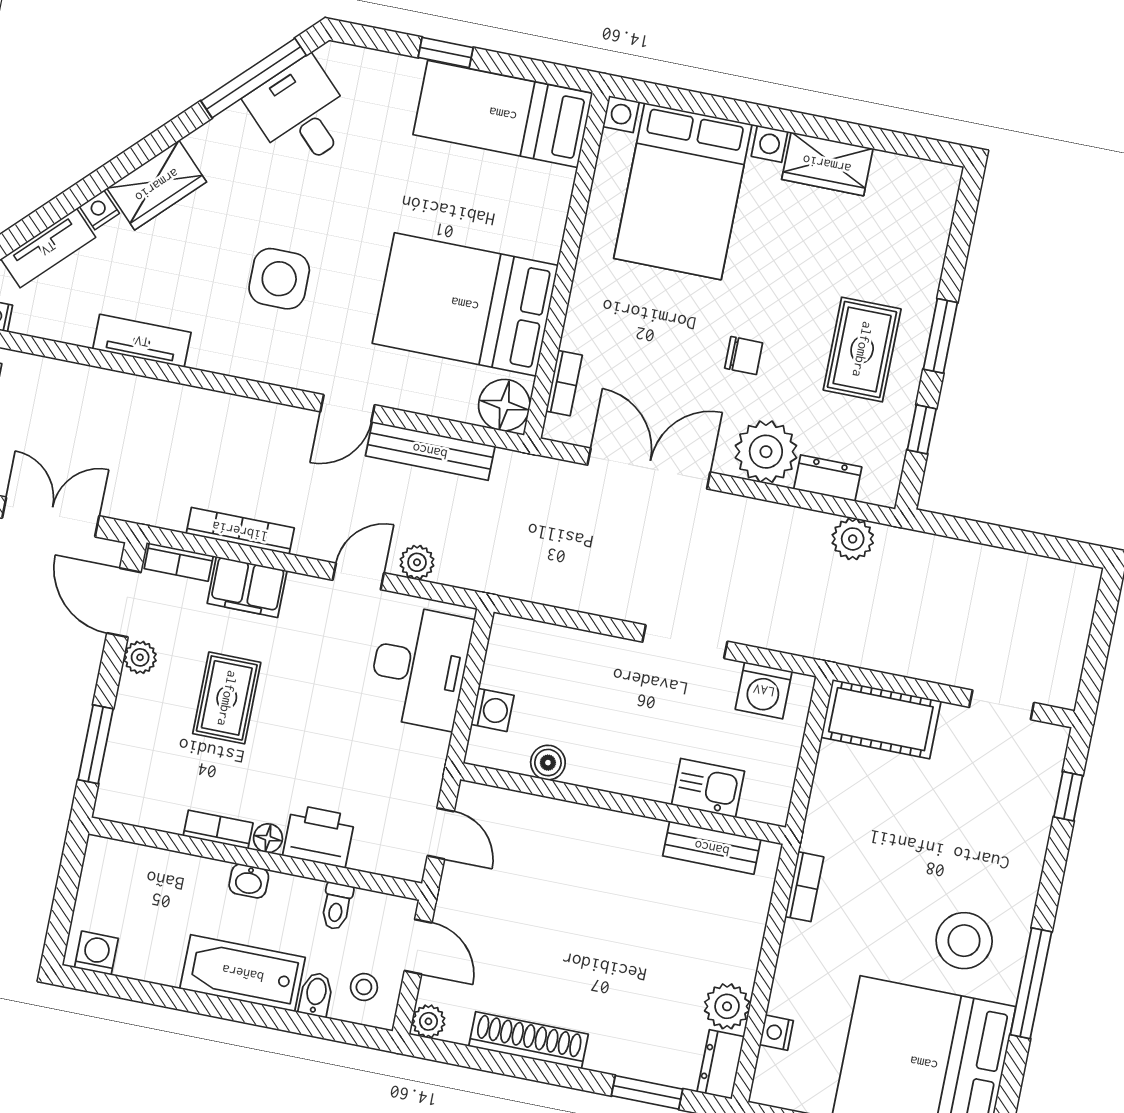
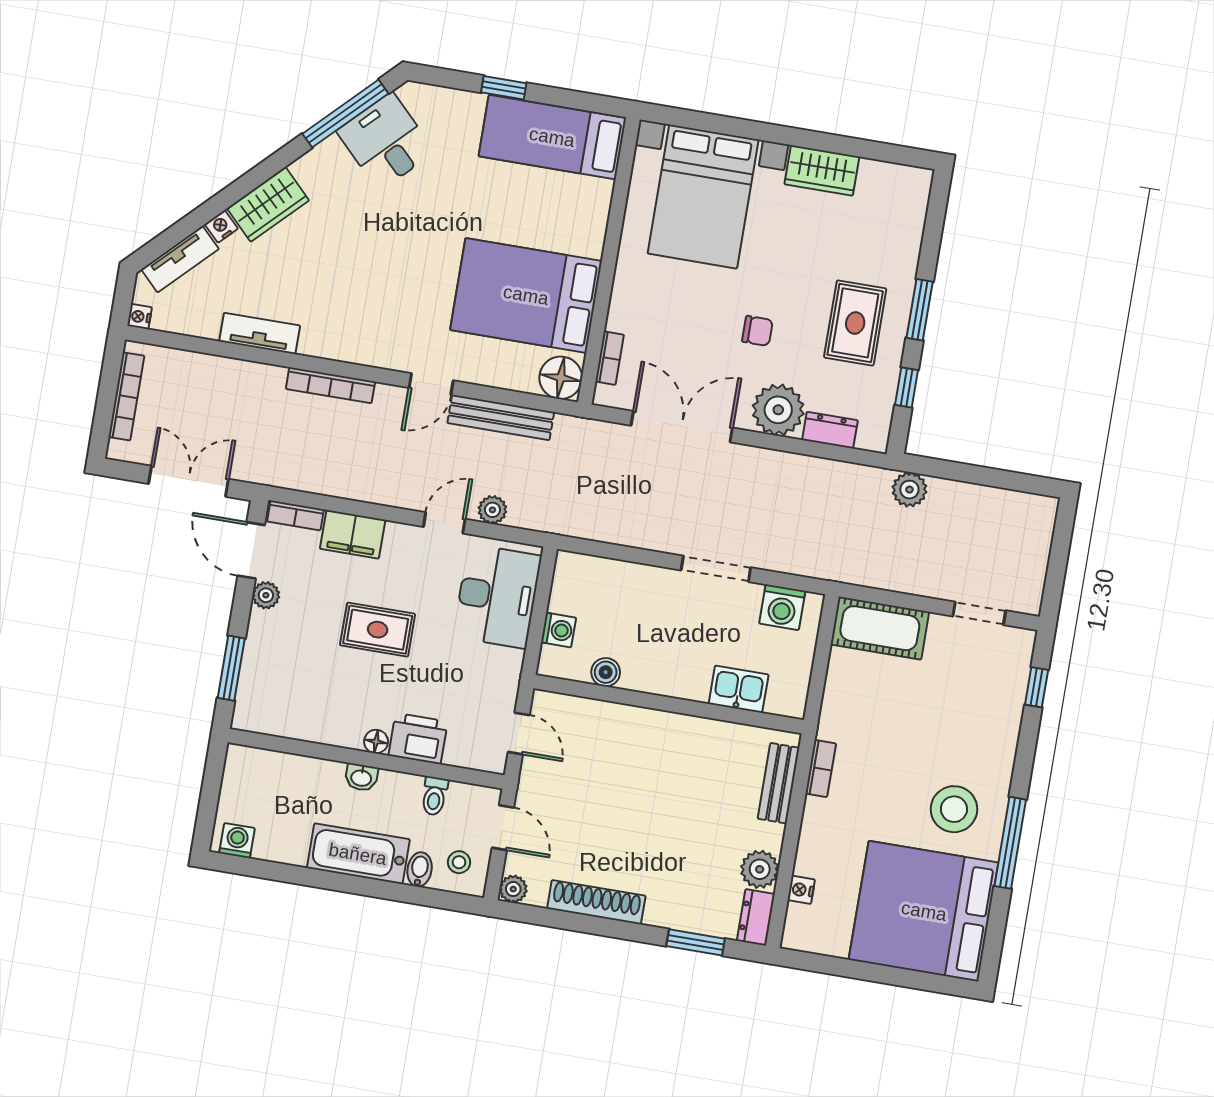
side table: (279, 279) -> (372, 279), removed
bookcase: (240, 531) -> (330, 385), moved, turned 180
plant: (853, 539) -> (909, 490), moved
rug: (227, 698) -> (378, 630), moved, turned 90
bookcase: (218, 829) -> (335, 736), removed
bench: (712, 848) -> (779, 783), moved, turned 90

